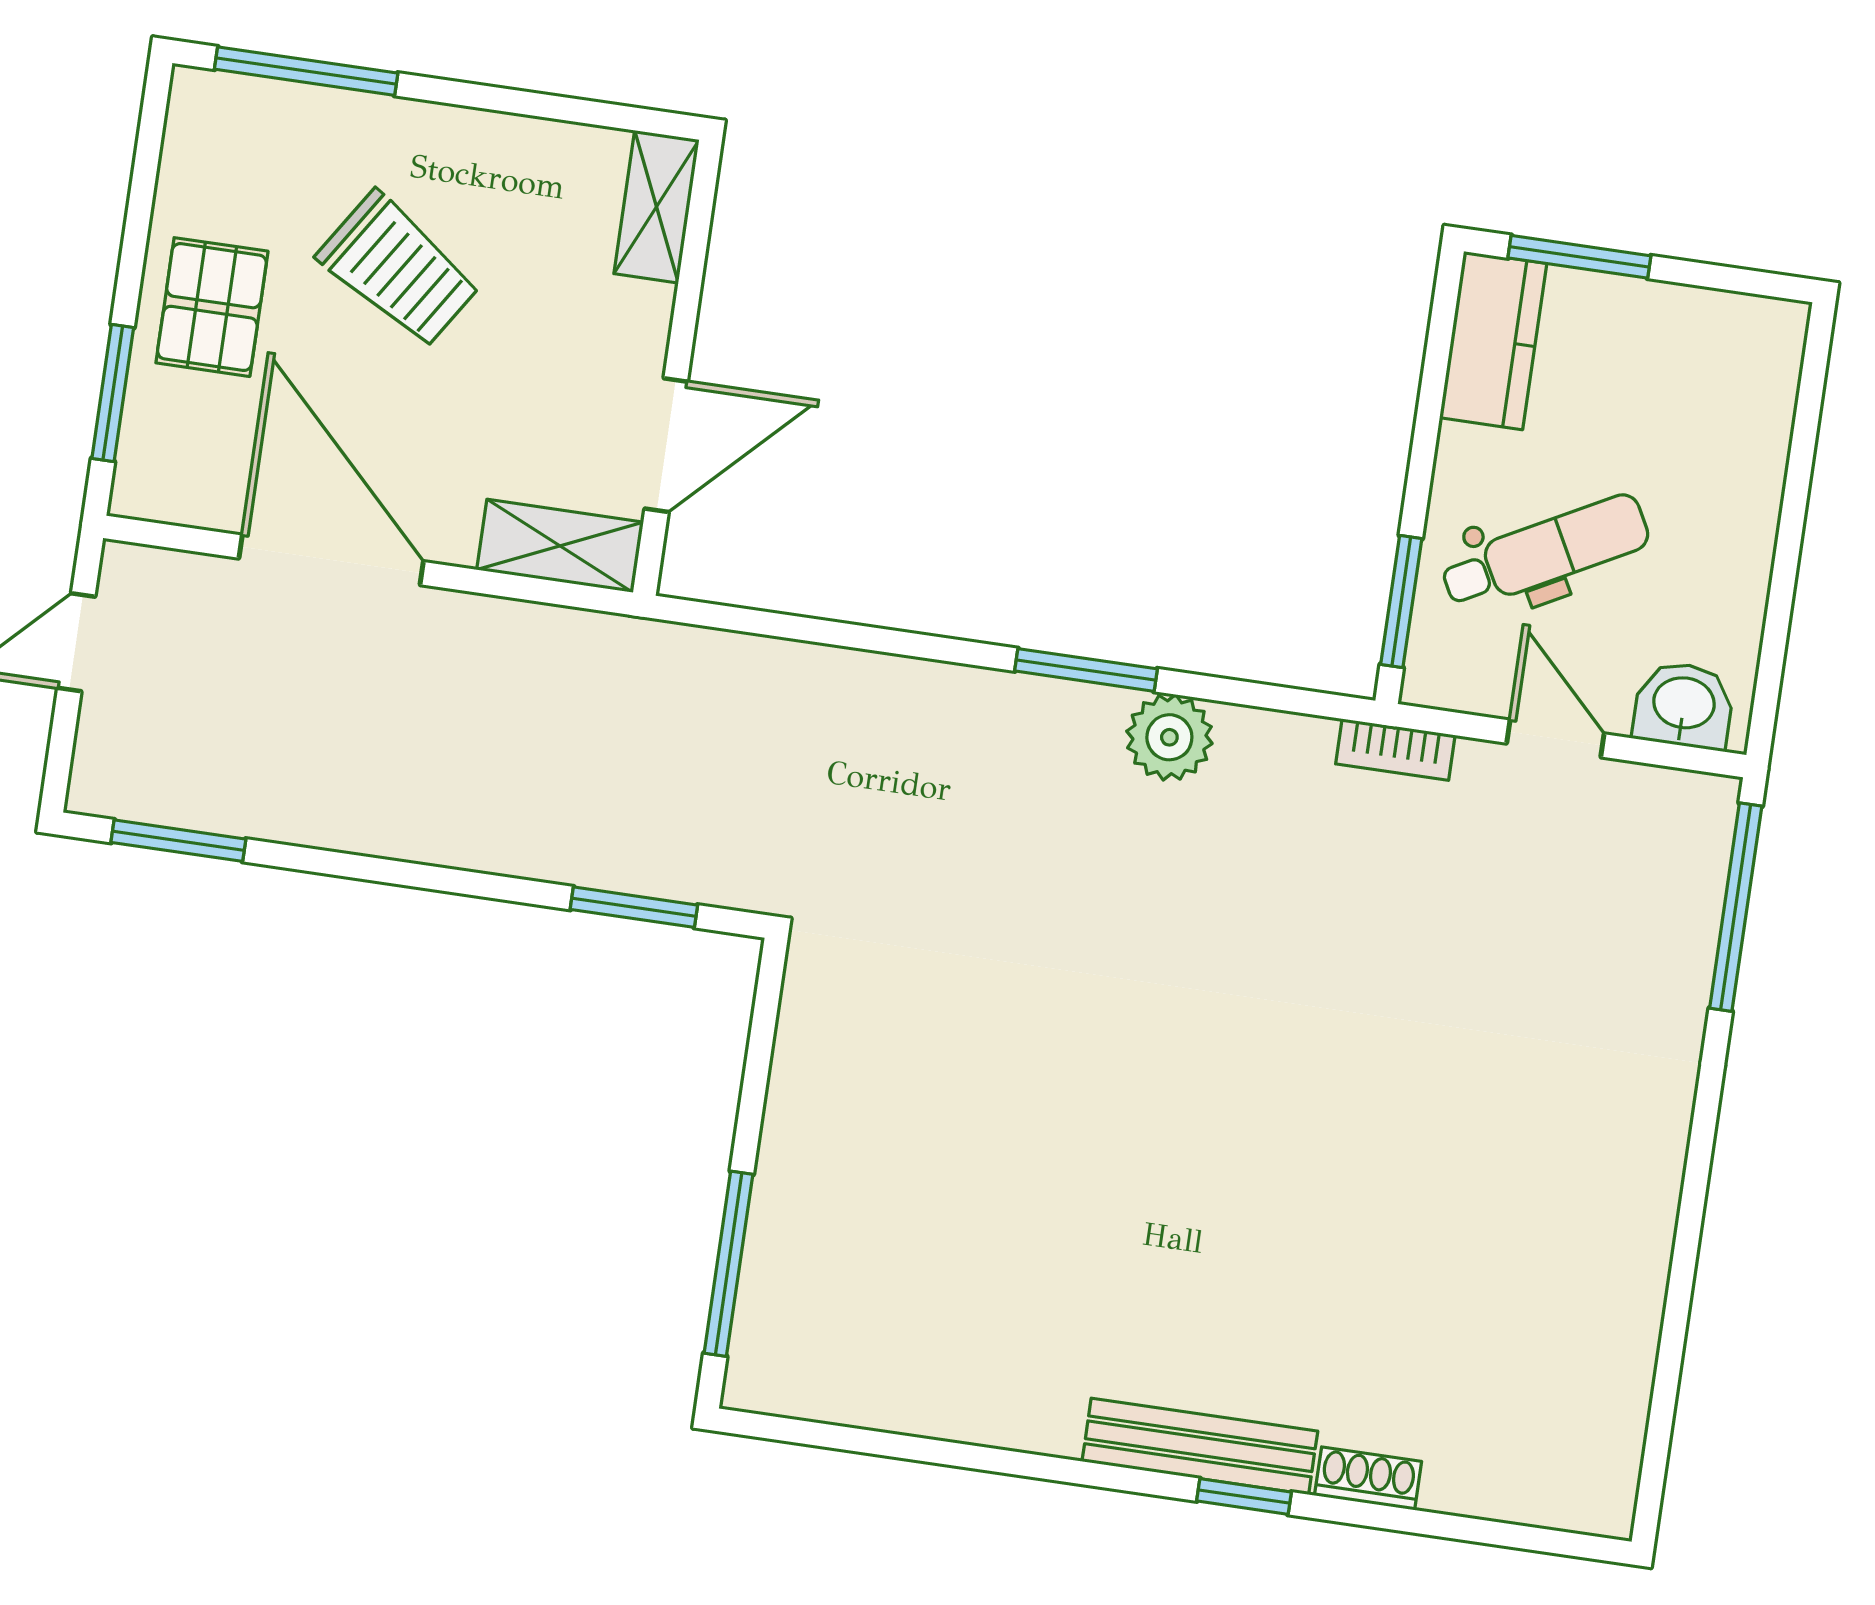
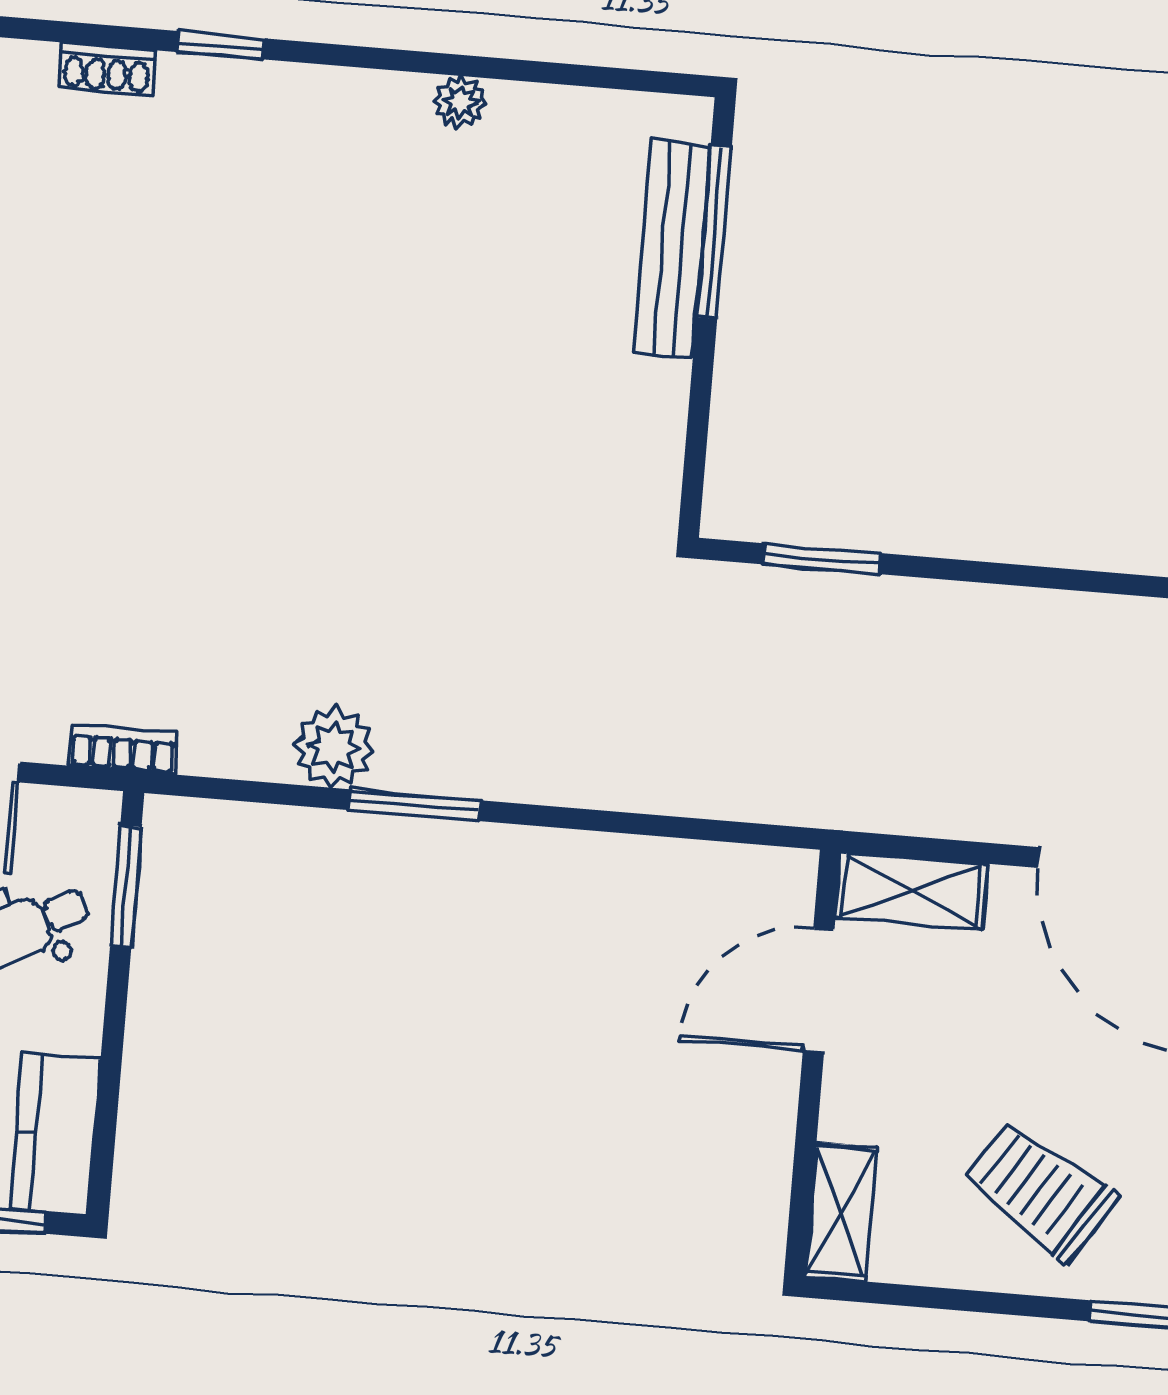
trolley: (399, 270) -> (1040, 1190), moved
plant: (992, 1420) -> (460, 102), added
bench: (1200, 1446) -> (672, 250), moved, turned 90

